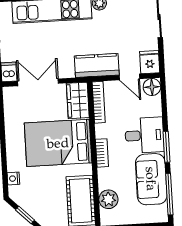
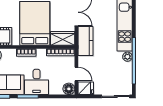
kitchen counter: (97, 65) -> (86, 41), moved
door: (129, 77) -> (76, 74), swing flipped

